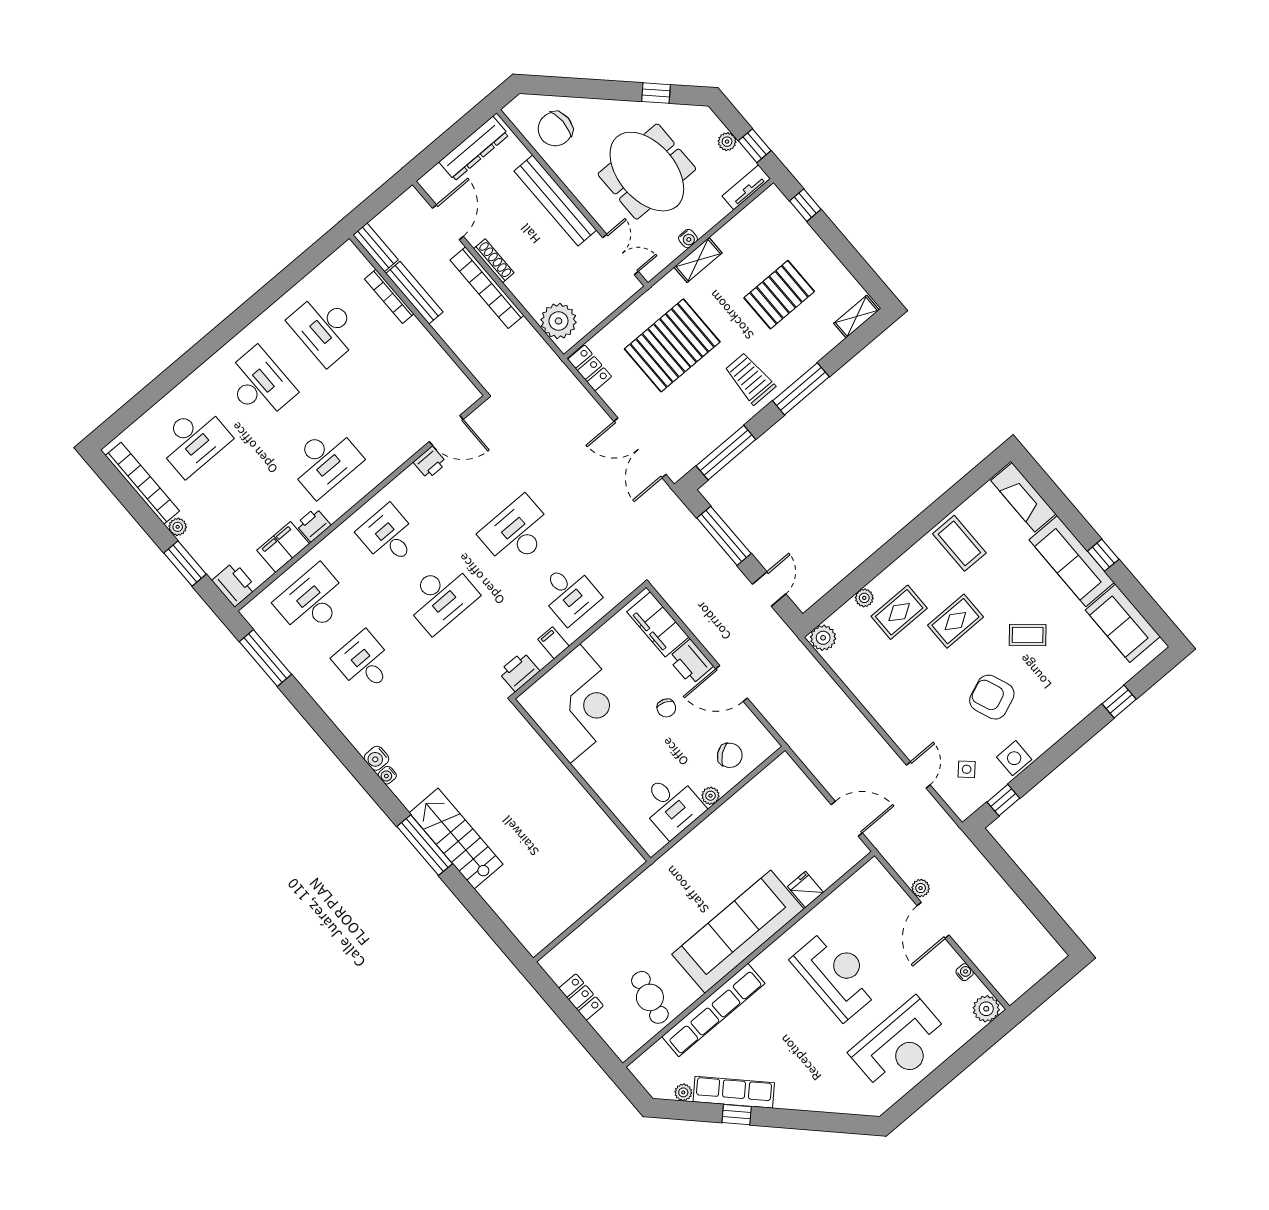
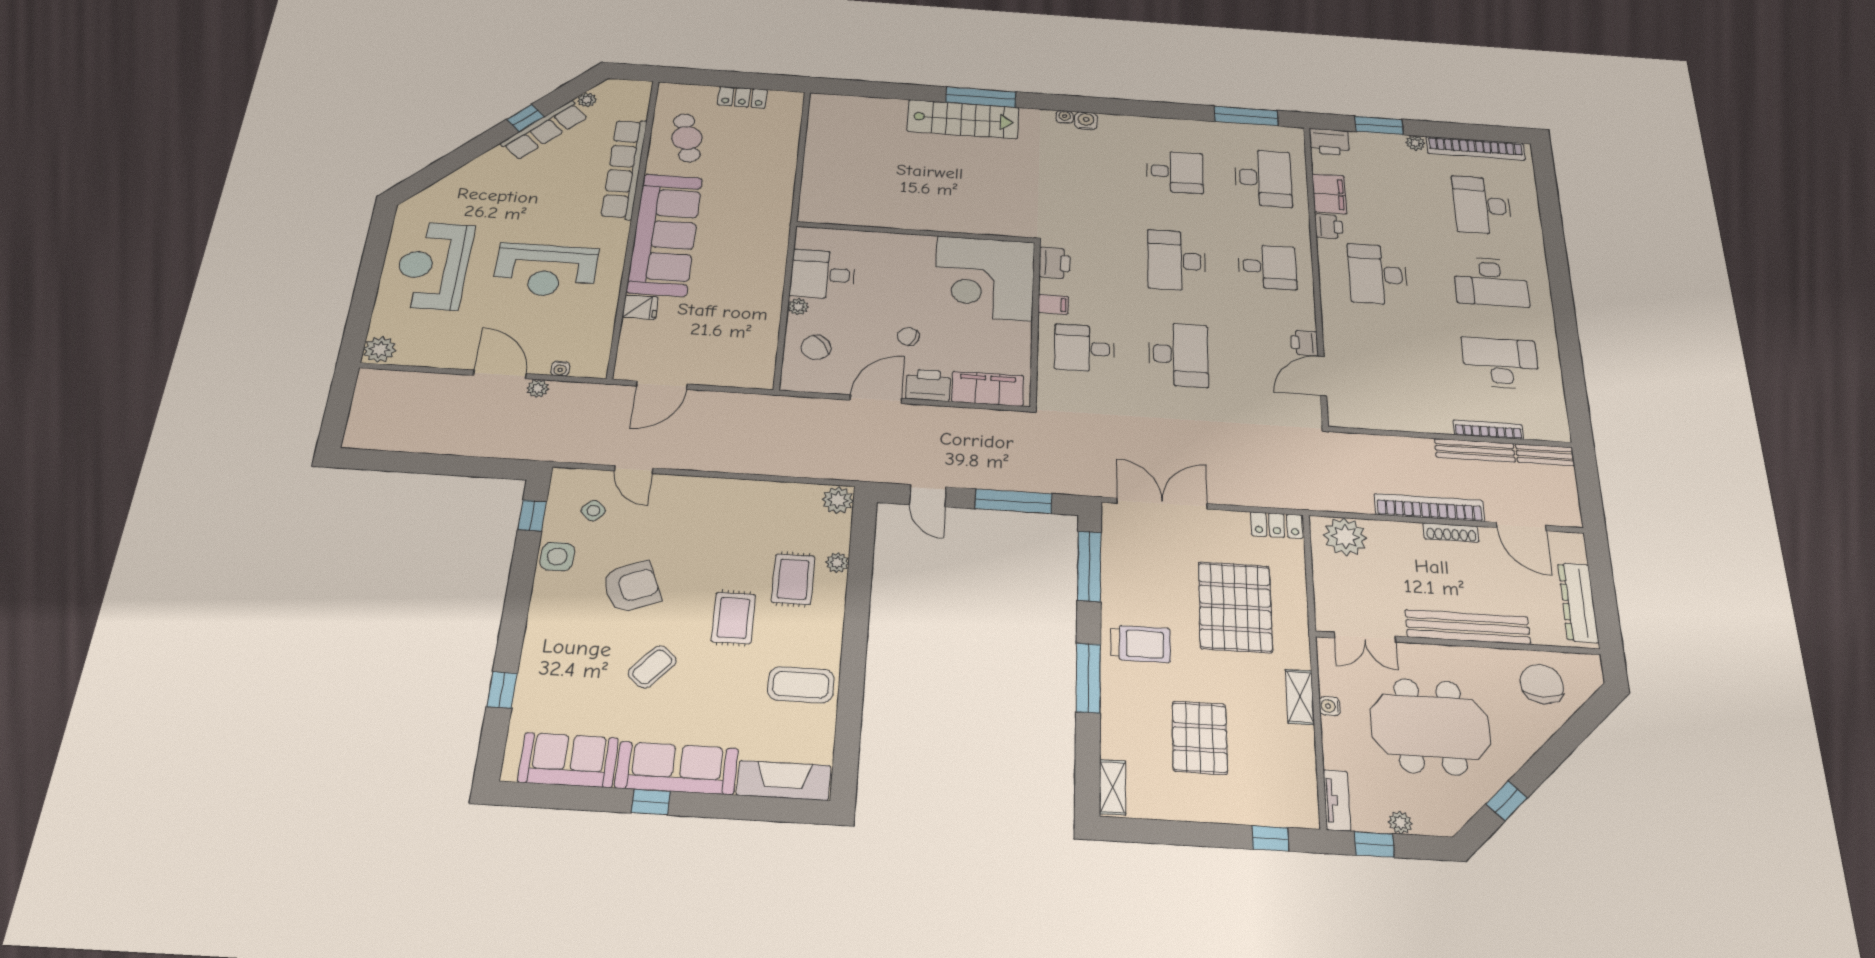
water cooler: (965, 972) -> (560, 369), moved
cafe table: (650, 997) -> (687, 138), turned 64

